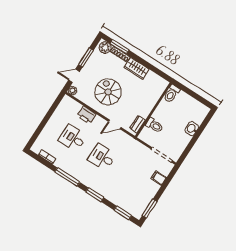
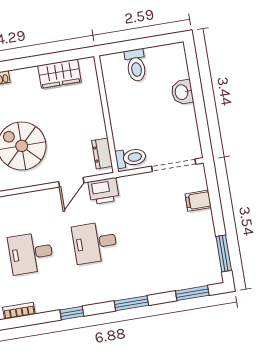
wardrobe: (137, 68) -> (59, 74), moved
toilet: (172, 94) -> (136, 65), moved
printer: (86, 115) -> (104, 191), moved
toilet: (154, 125) -> (131, 158), moved
window: (67, 177) -> (72, 313), width x0.46

